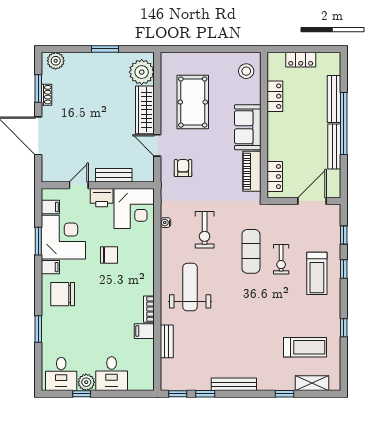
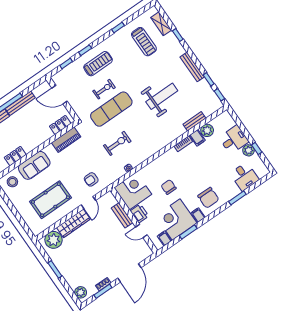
sofa: (248, 127) -> (34, 165), moved
exercise mat: (251, 251) -> (111, 109), width x1.36, depth x1.45
weight bench: (190, 287) -> (162, 96), moved, turned 180
treadmill: (305, 347) -> (144, 42), turned 180
plant: (145, 349) -> (207, 130), added
desk: (61, 374) -> (244, 177), moved, turned 90

